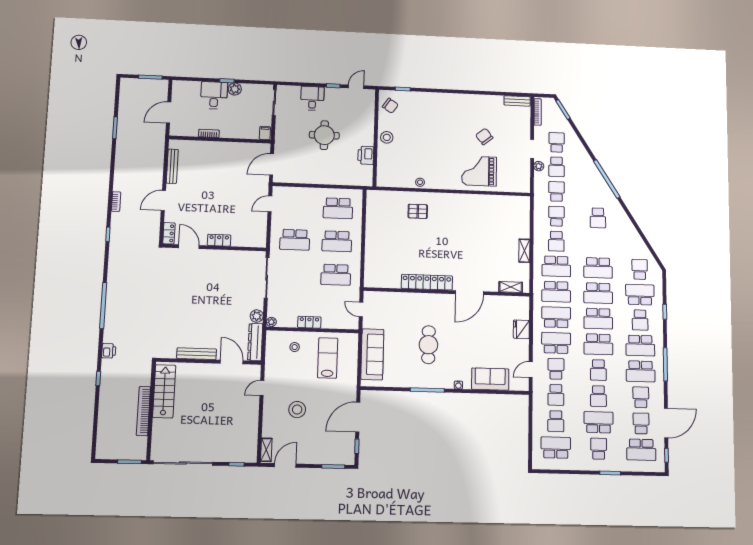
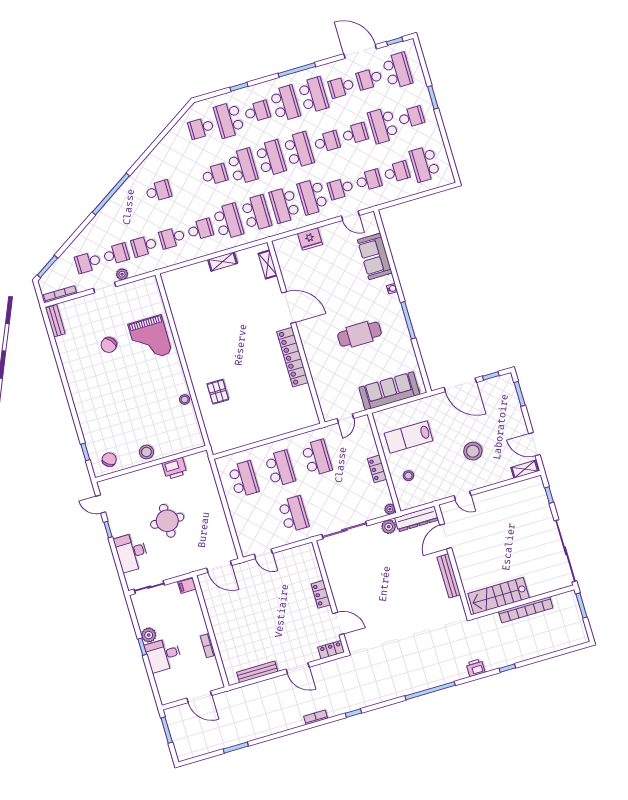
desk: (312, 98) -> (131, 552), width x1.37
door: (189, 247) -> (338, 624), swing flipped
school desk: (598, 268) -> (215, 175), width x0.54
school desk: (599, 449) -> (411, 117), turned 180

